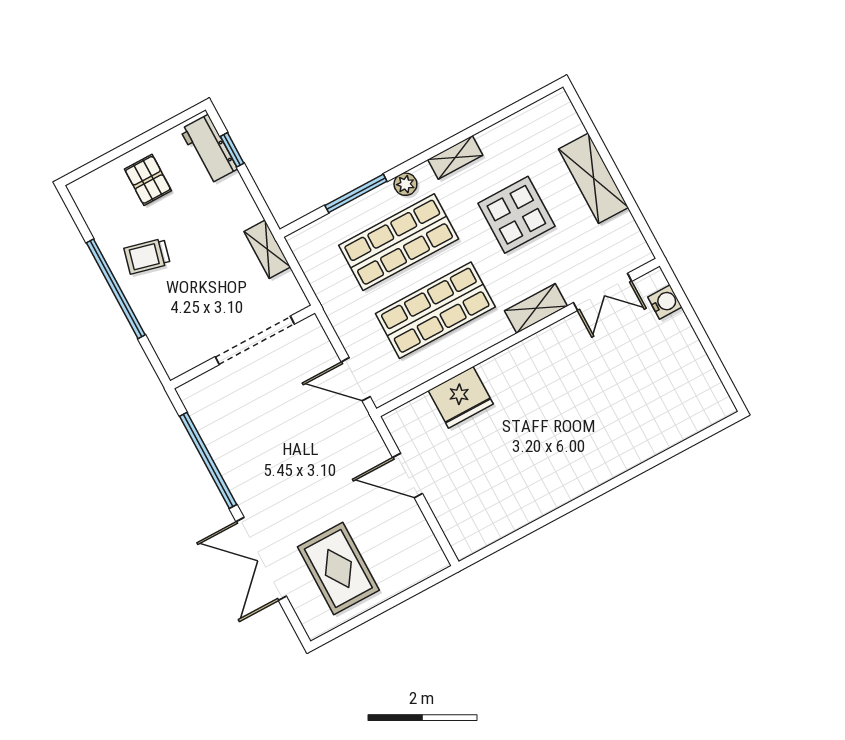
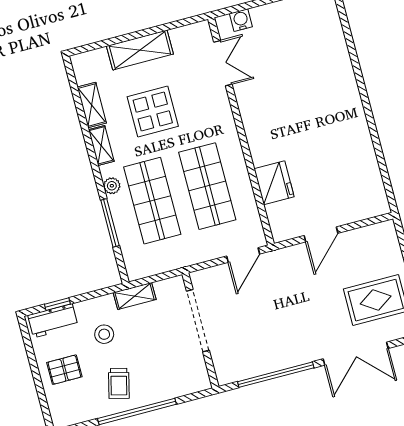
stool: (207, 221) -> (104, 334), added
shelving: (536, 308) -> (92, 105), moved

